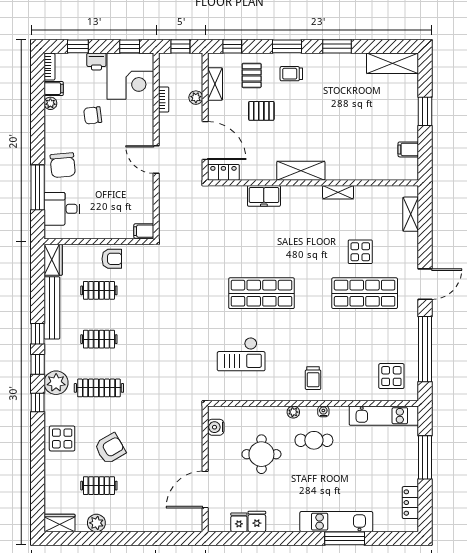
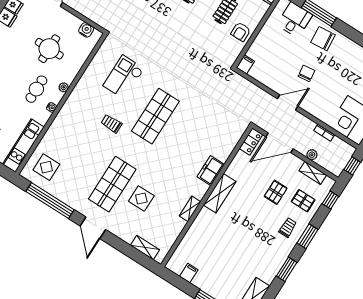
chair: (93, 115) -> (306, 73), moved
freezer: (264, 196) -> (211, 171), moved
trolley: (313, 378) -> (111, 124), moved

